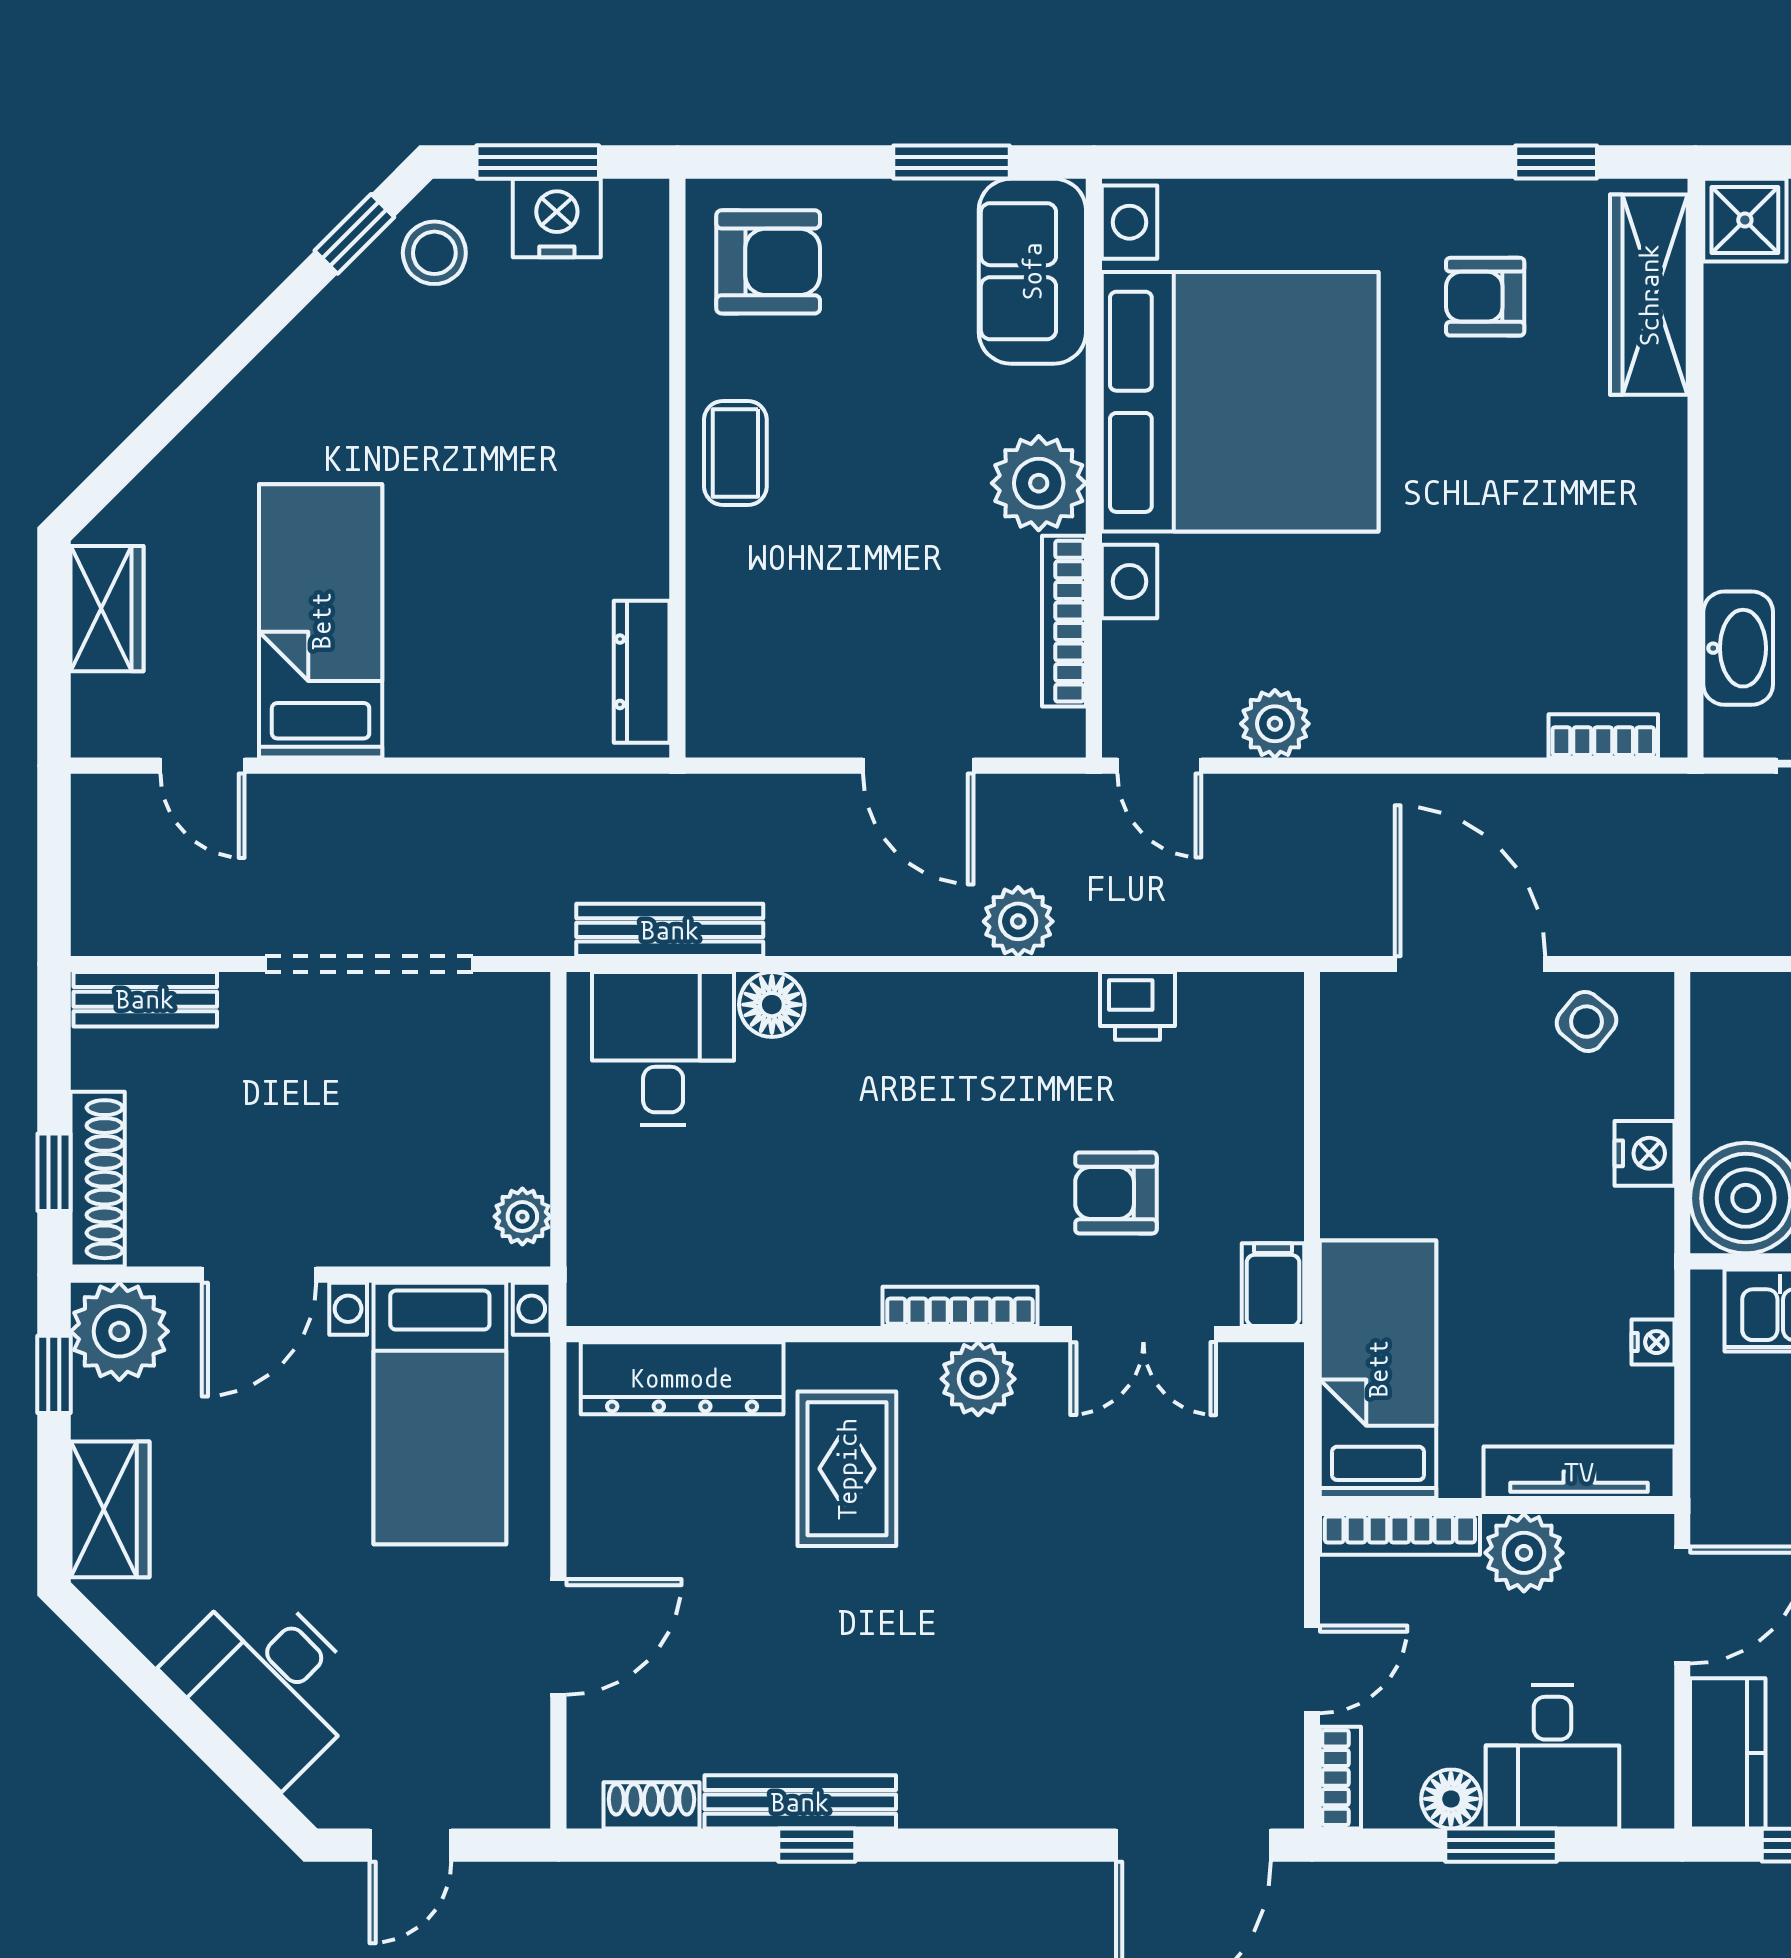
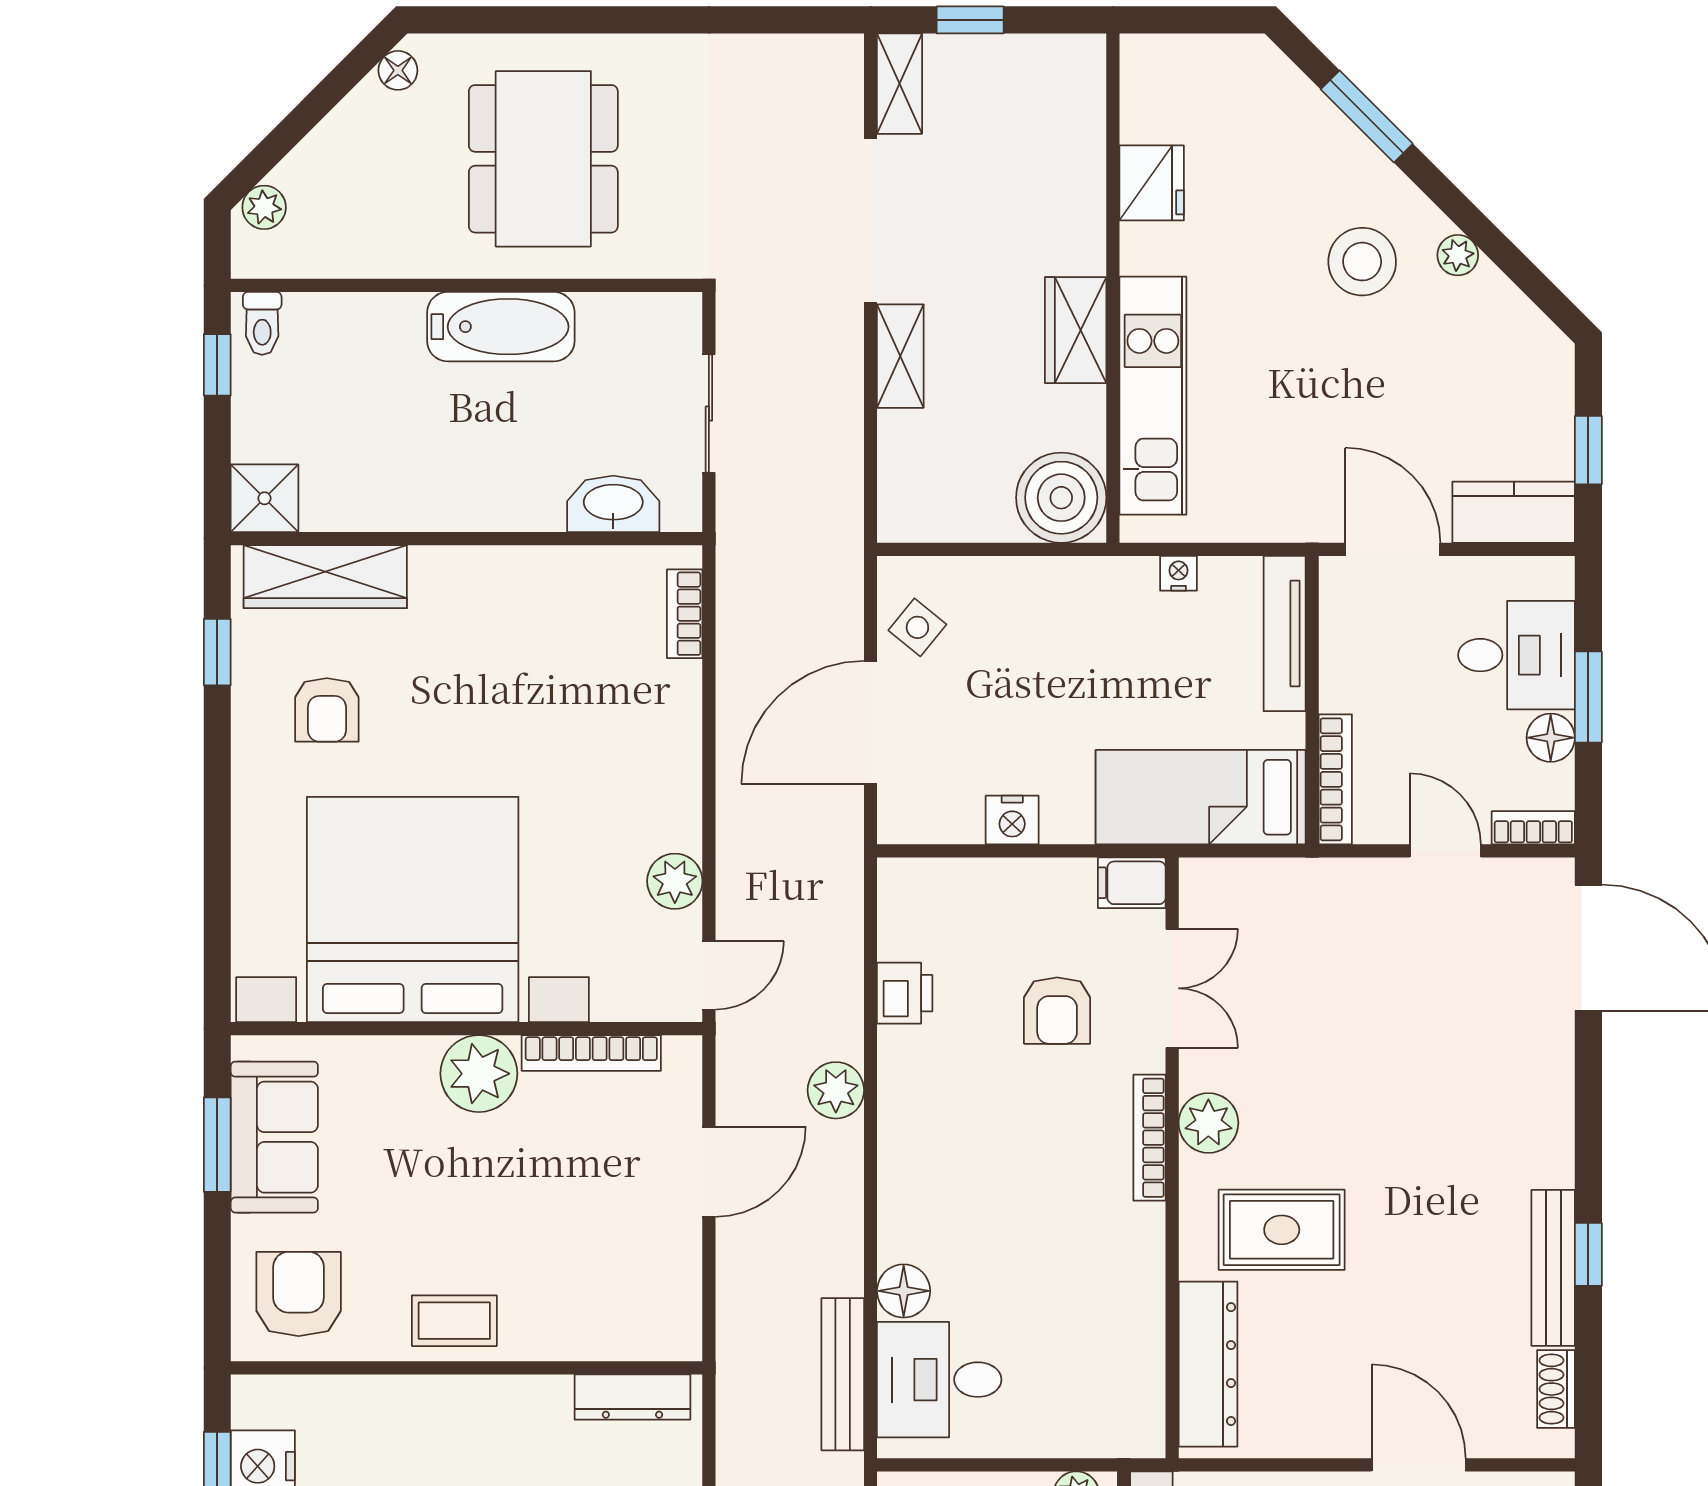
sofa: (1032, 271) -> (274, 1137), moved, turned -90
nightstand: (1644, 1153) -> (1012, 820), moved, turned 180
plant: (1524, 1553) -> (1350, 678), removed

